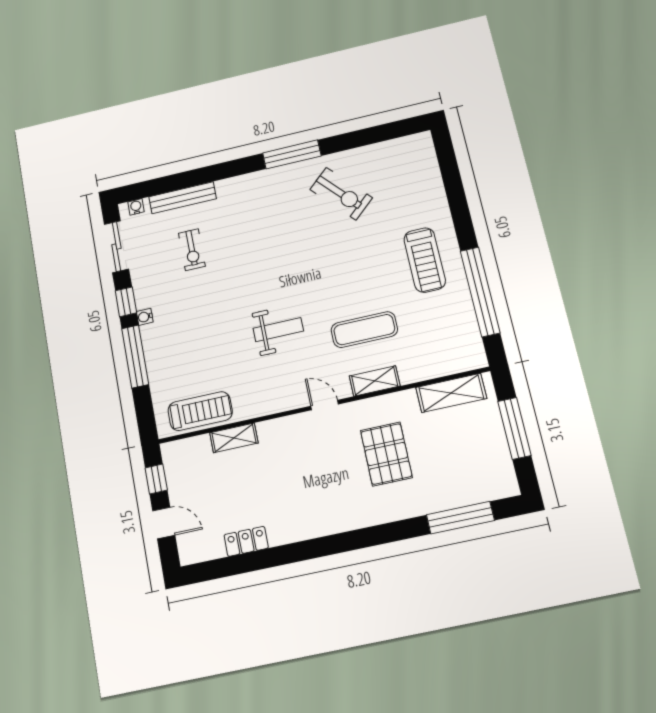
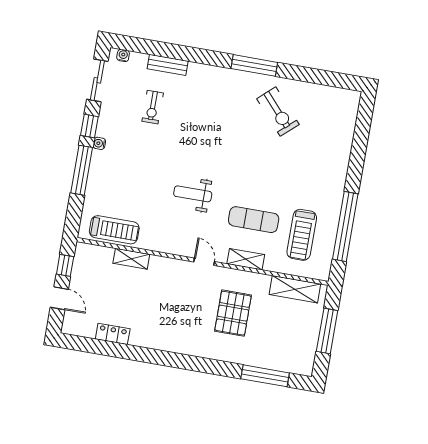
bench: (183, 198) -> (168, 65), width x0.73
treadmill: (425, 260) -> (302, 235), moved
weight bench: (278, 330) -> (193, 194), turned 180

